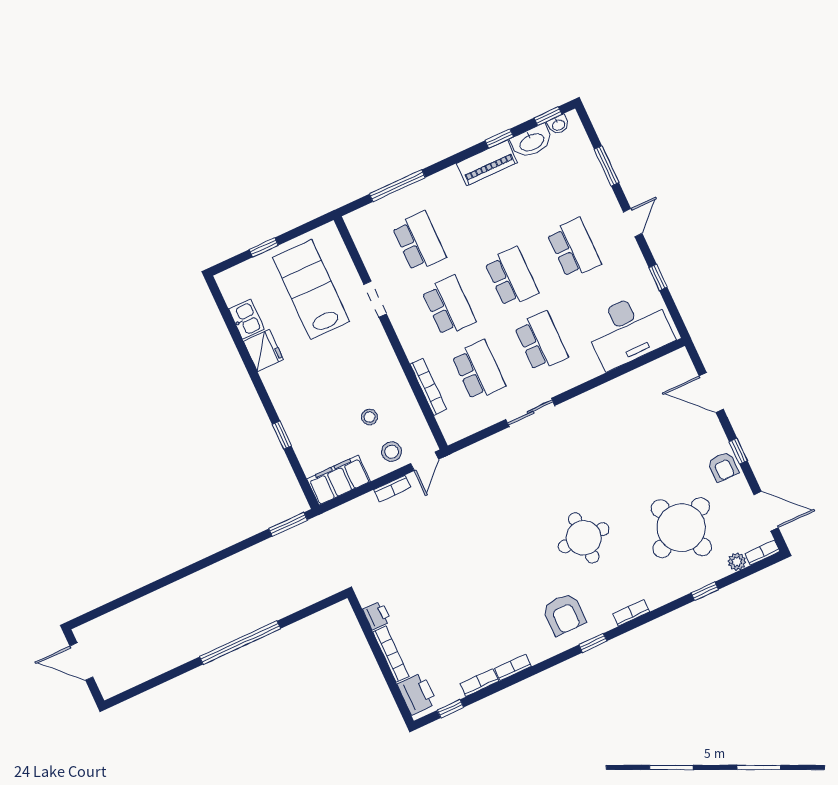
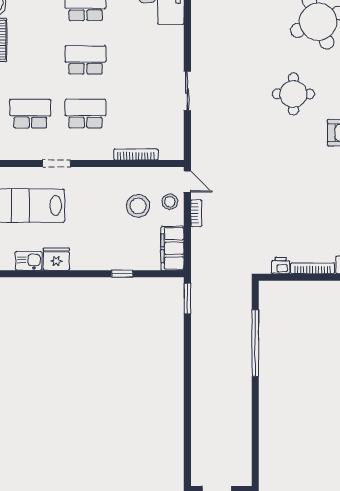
school desk: (541, 341) -> (141, 60), removed
school desk: (479, 370) -> (141, 114), removed
stool: (370, 417) -> (138, 206), width x1.89, depth x1.89
window: (240, 643) -> (255, 343), moved

